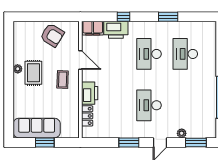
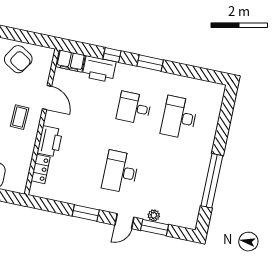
window: (168, 17) -> (150, 63), moved
desk: (149, 54) -> (134, 108), width x0.73
window: (196, 142) -> (155, 227), moved

